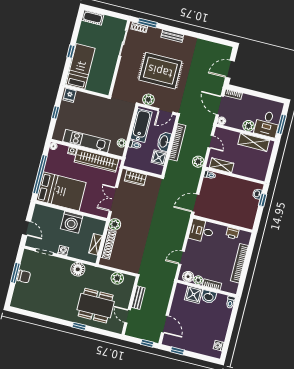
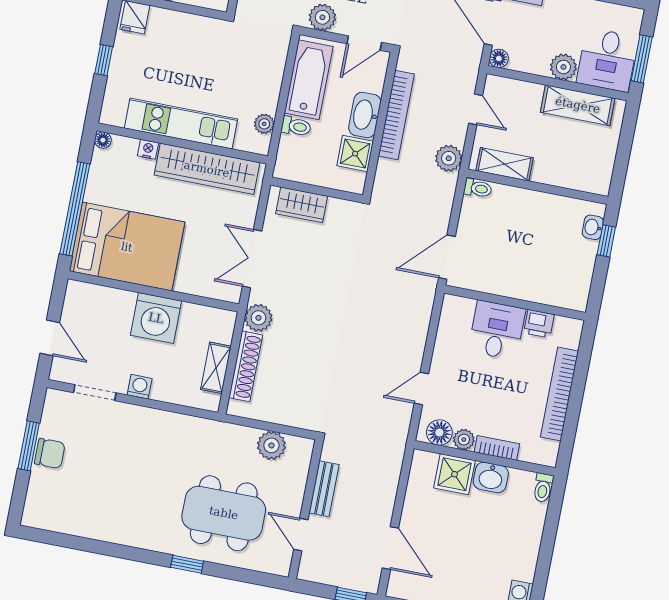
desk: (201, 231) -> (497, 330), moved, turned 90
floor lamp: (78, 269) -> (177, 429), removed

